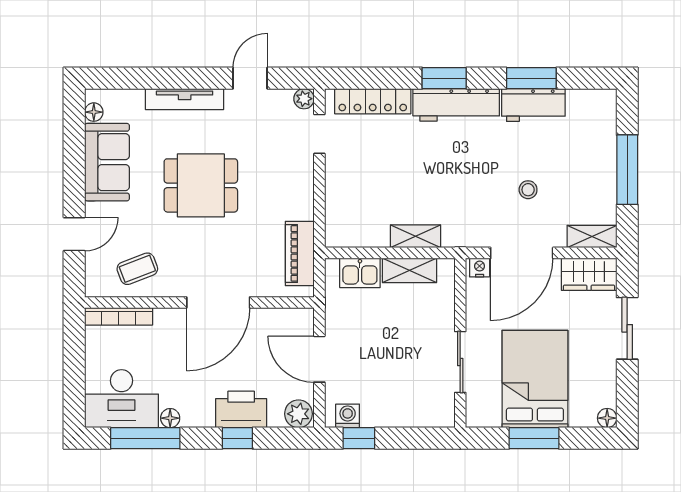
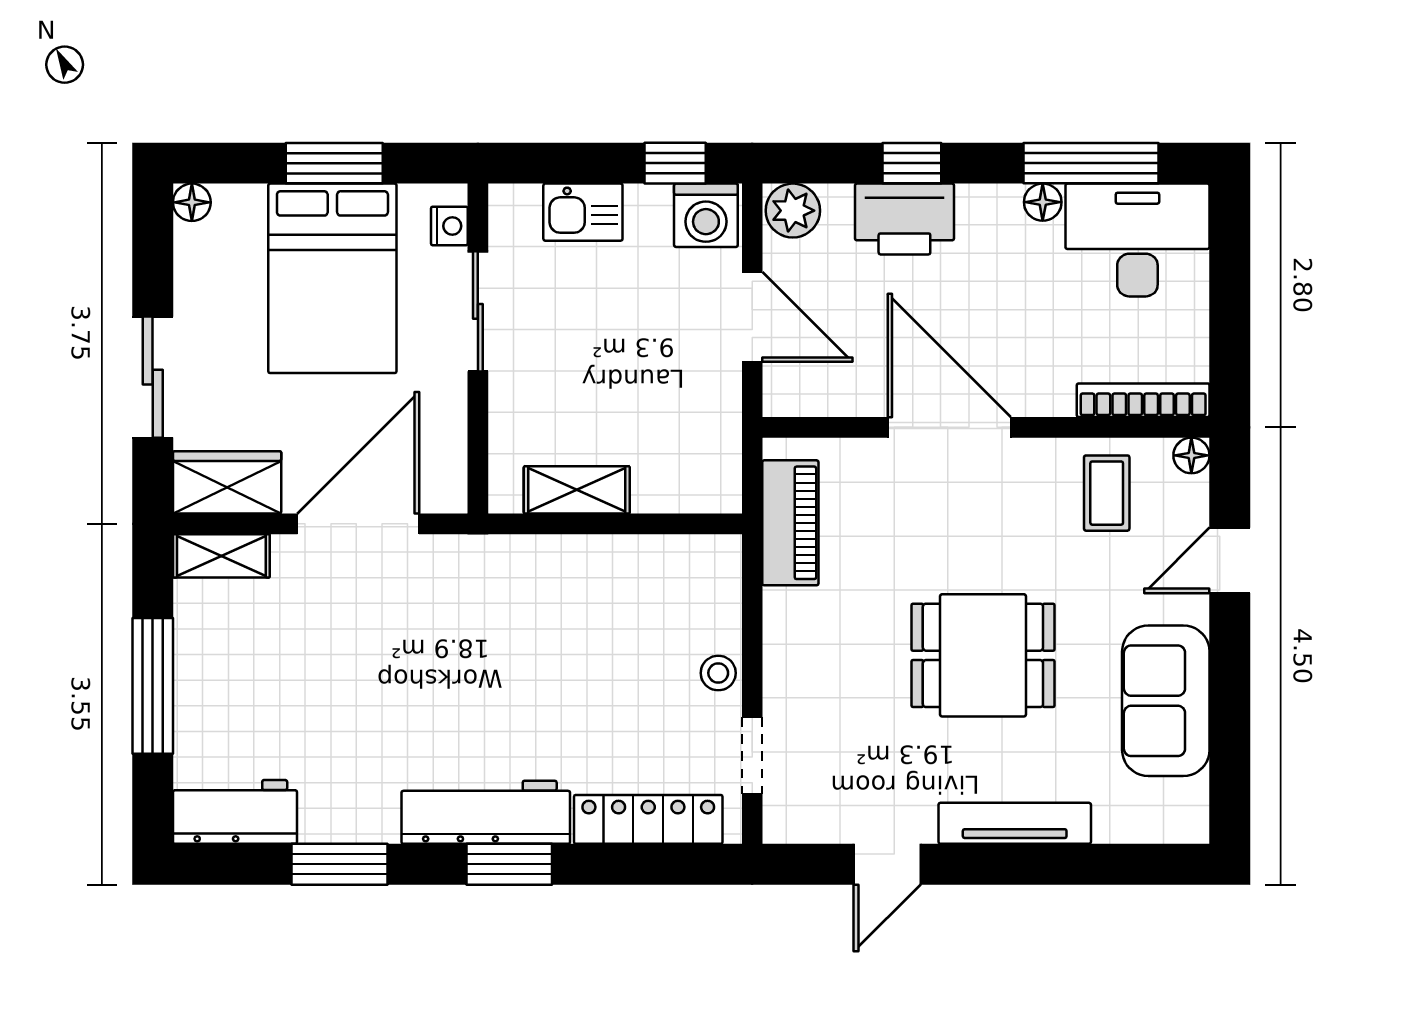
plant: (304, 99) -> (782, 824), removed
workbench: (533, 105) -> (235, 812), moved
floor lamp: (94, 112) -> (1191, 455), moved
stool: (528, 190) -> (718, 673), moved
shelving: (415, 236) -> (565, 556), removed
nightstand: (480, 268) -> (449, 226), moved, turned -90
coffee table: (137, 269) -> (1107, 493), turned -69
kitchen sink: (360, 273) -> (583, 212), moved, turned 180
door: (218, 302) -> (949, 427), hinge flipped
washing machine: (348, 416) -> (706, 215), width x1.38, depth x1.38

